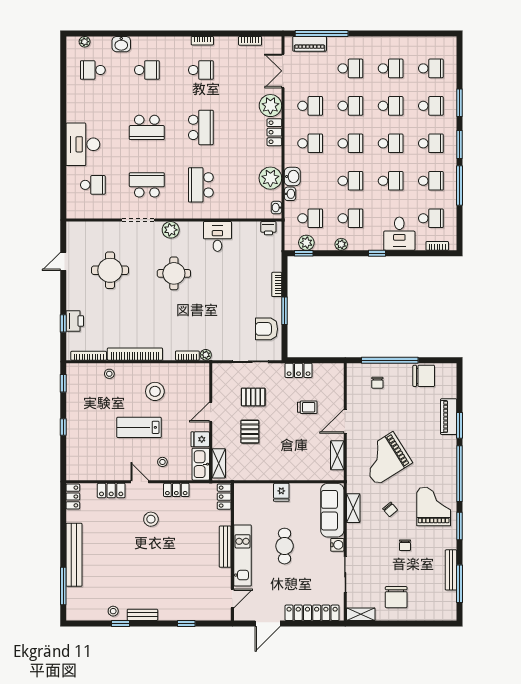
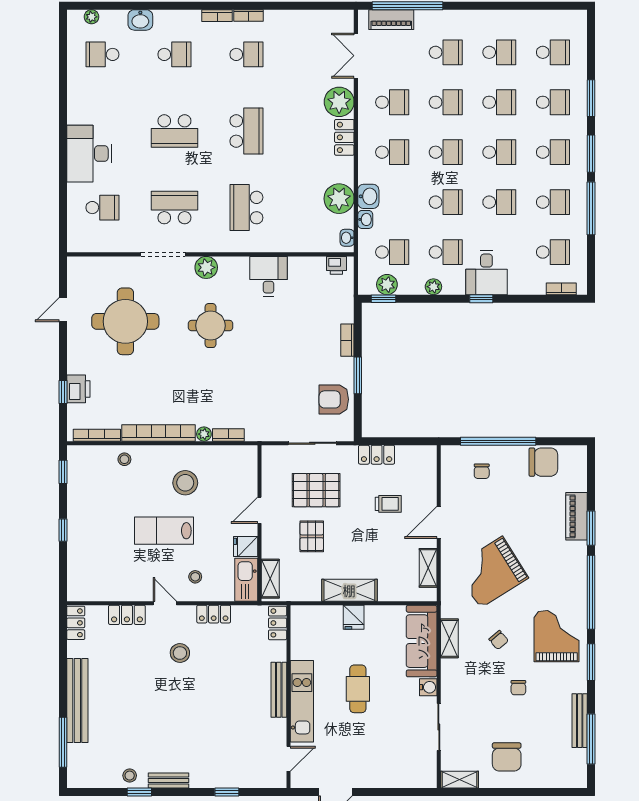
bookcase: (250, 41) -> (217, 16), moved
desk: (399, 234) -> (486, 273), moved
round table: (110, 270) -> (125, 321), width x1.36, depth x1.36
plant: (206, 355) -> (204, 434), moved
pallet: (253, 397) -> (316, 490), width x1.50, depth x1.42
shelving: (278, 472) -> (349, 590), added
locker: (312, 613) -> (395, 778), removed

